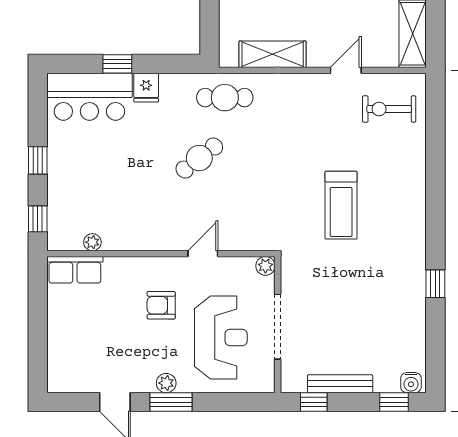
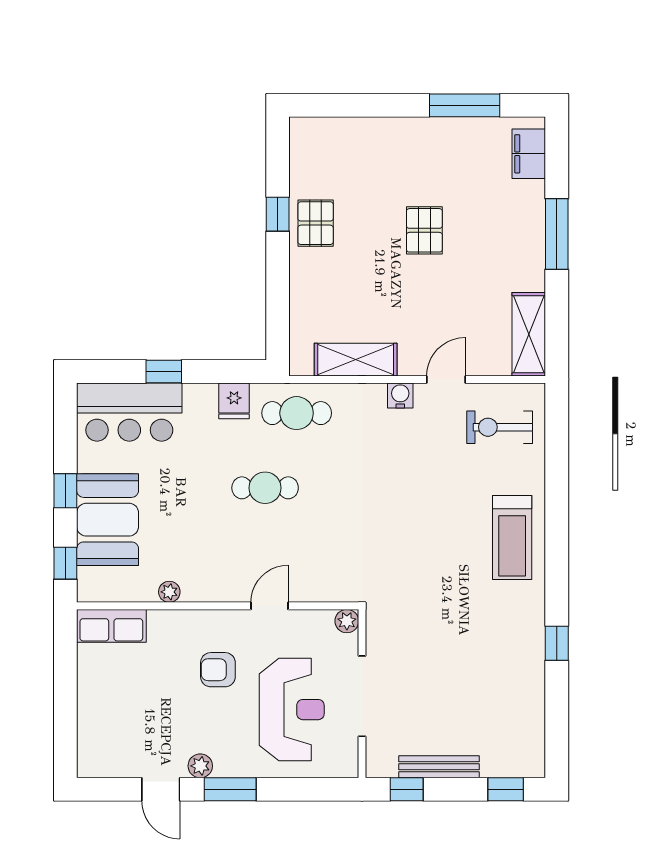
fridge: (146, 88) -> (234, 401), moved
cafe table: (199, 158) -> (265, 488), turned 38
booth: (72, 184) -> (108, 520), added
treadmill: (341, 205) -> (512, 538), moved
plant: (92, 242) -> (169, 592), moved
plant: (166, 383) -> (200, 766), moved
water cooler: (411, 383) -> (400, 395), moved, turned 180

